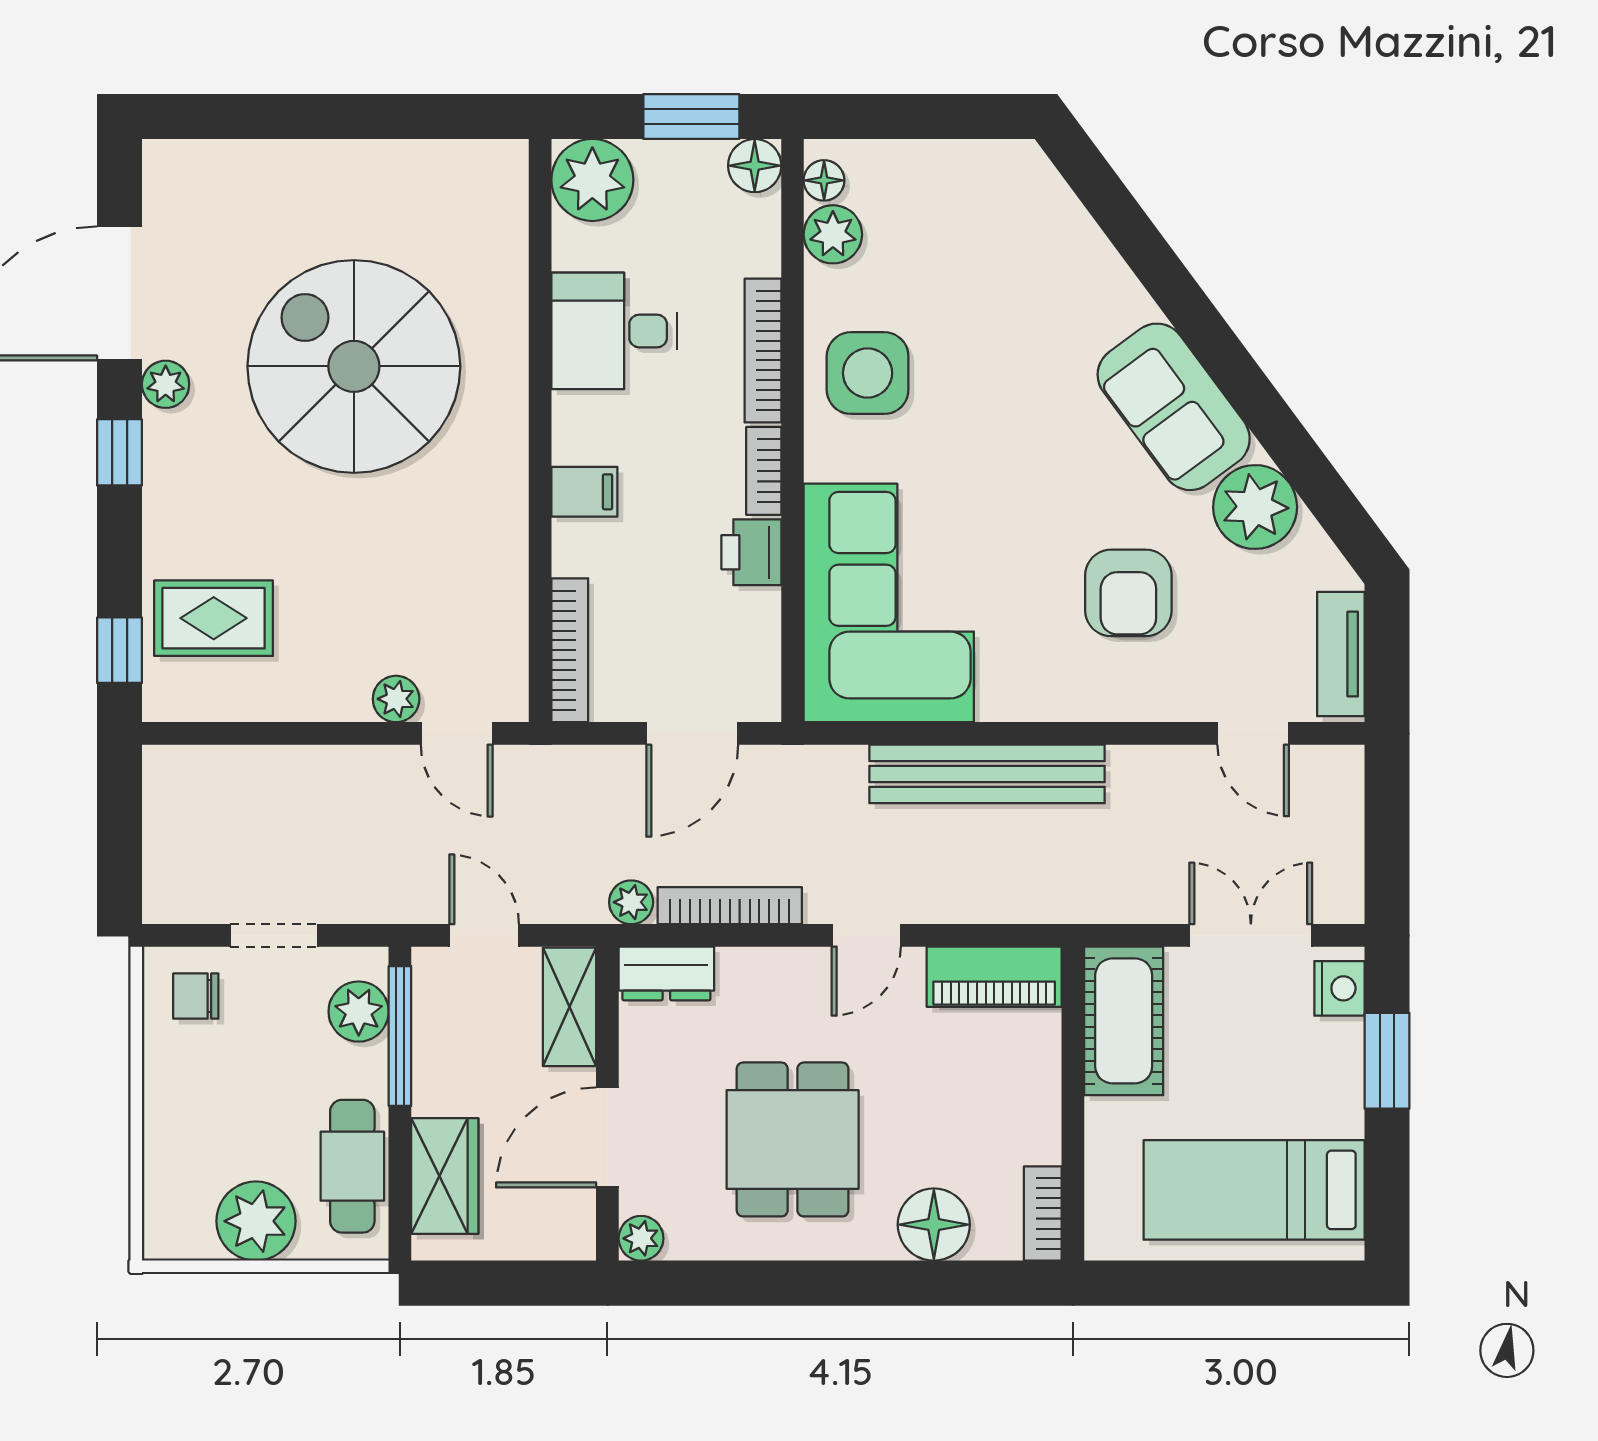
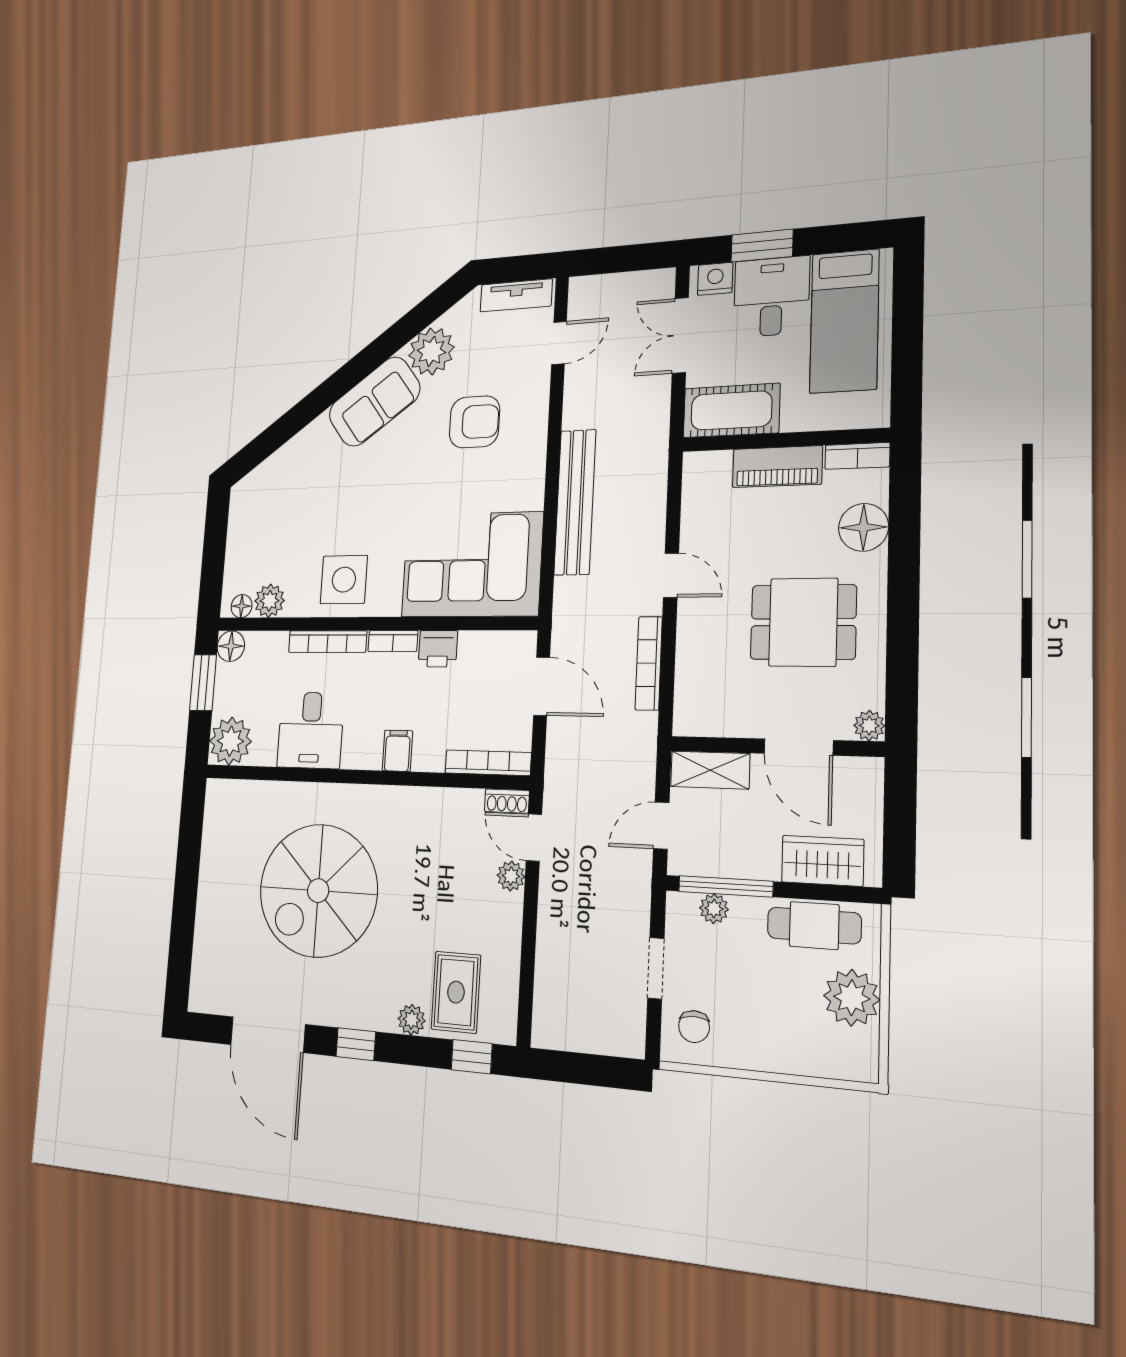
plant: (166, 384) -> (412, 1020), moved
shoe rack: (511, 686) -> (507, 801), added
door: (457, 733) -> (534, 838), swing flipped
plant: (631, 902) -> (644, 727), removed
dresser: (666, 973) -> (691, 705), removed
piano: (994, 977) -> (777, 467), moved, turned 90
plant: (359, 1012) -> (714, 909), width x0.73, depth x0.73
desk: (1302, 1078) -> (771, 297), added

